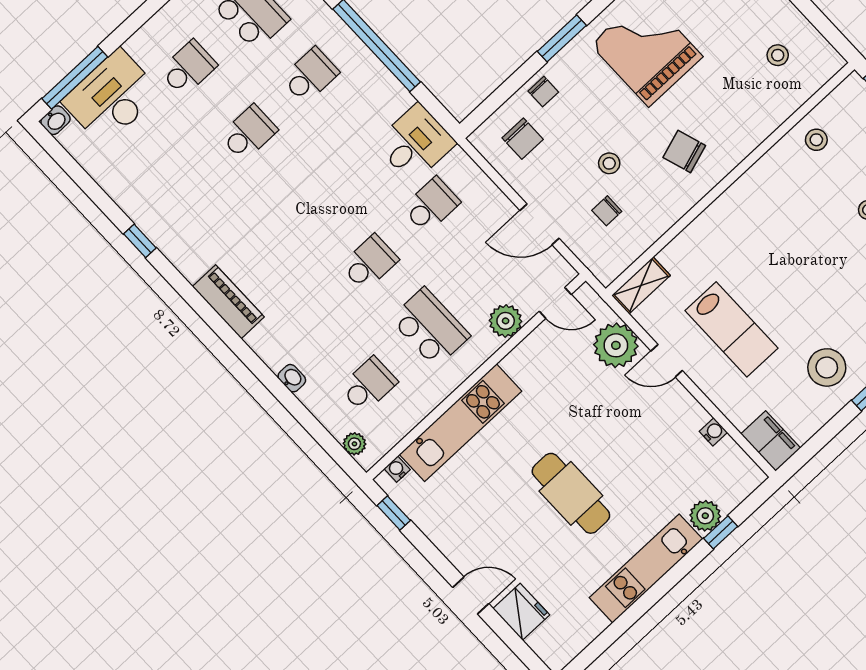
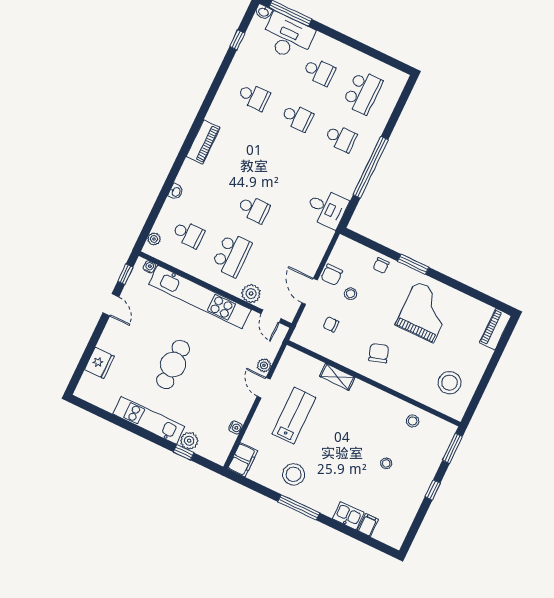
stool: (778, 55) -> (450, 383), width x1.89, depth x1.89
chair: (523, 139) -> (332, 275), moved
stool: (609, 163) -> (351, 294), moved
school desk: (431, 205) -> (254, 97), moved
window: (140, 241) -> (237, 40), moved
shelving: (641, 285) -> (337, 377), moved
lab bench: (731, 329) -> (294, 416), turned 180
plant: (616, 345) -> (264, 365), width x0.53, depth x0.53
kitchen unit: (461, 423) -> (200, 297), width x1.36
door: (471, 595) -> (111, 305), moved

